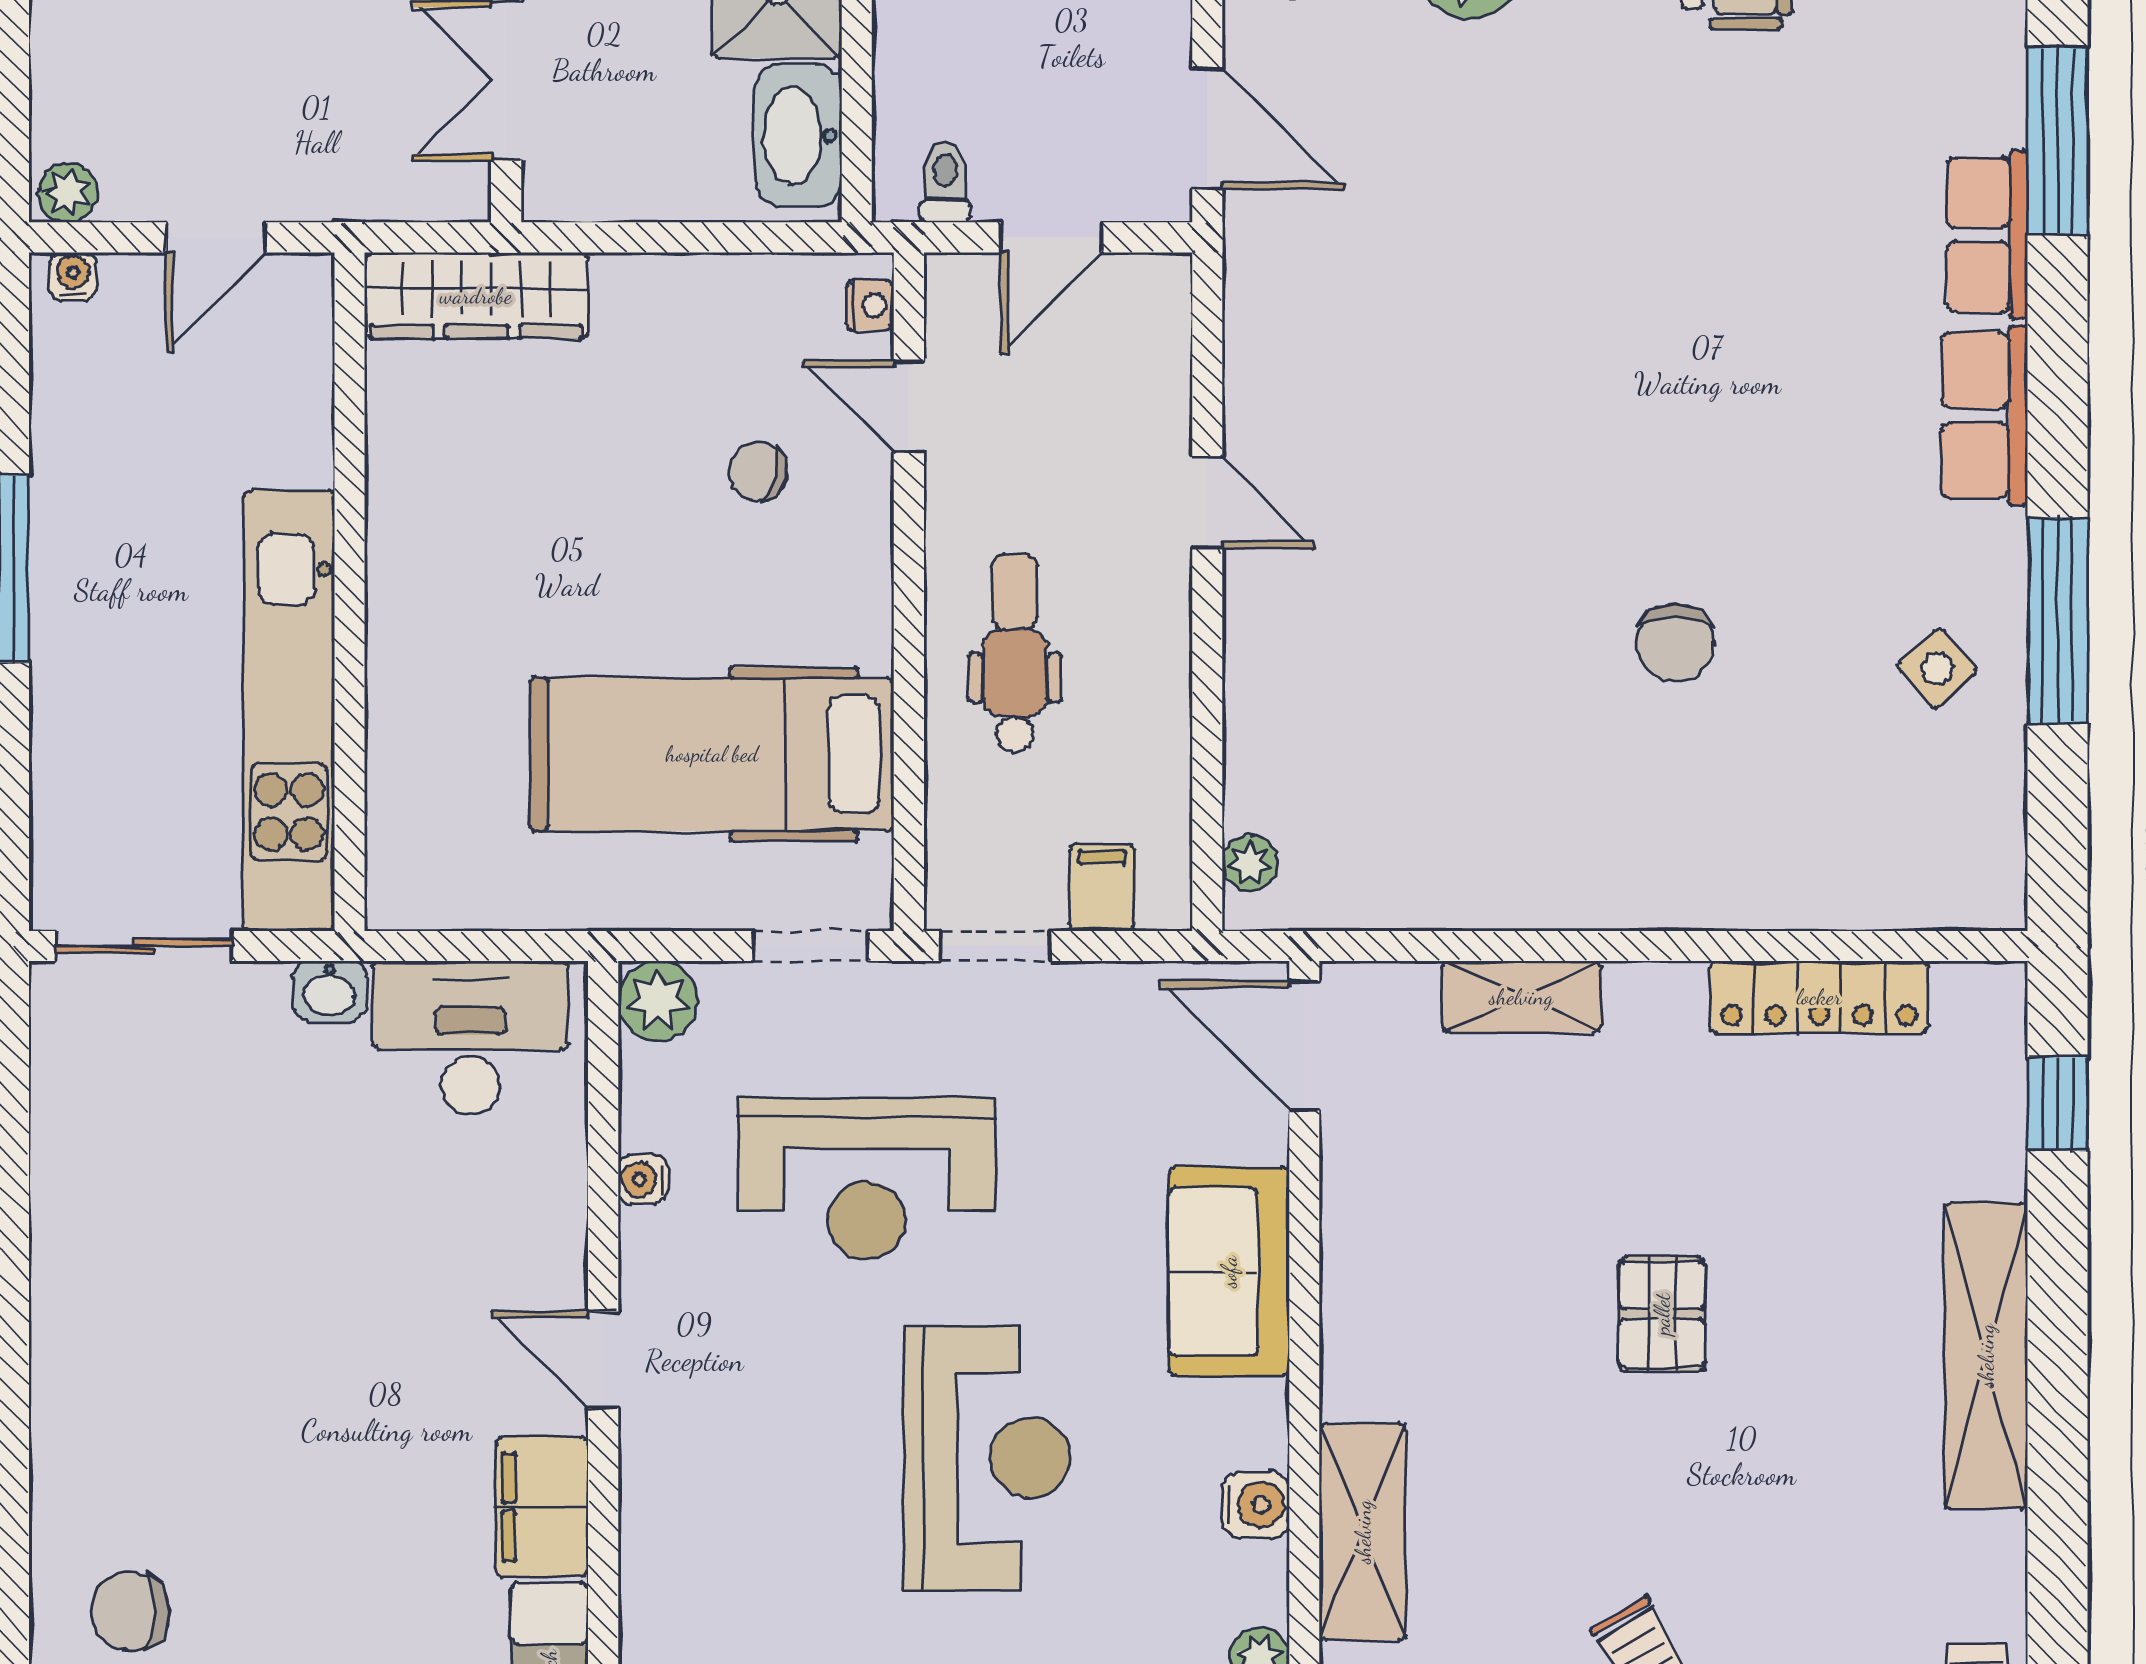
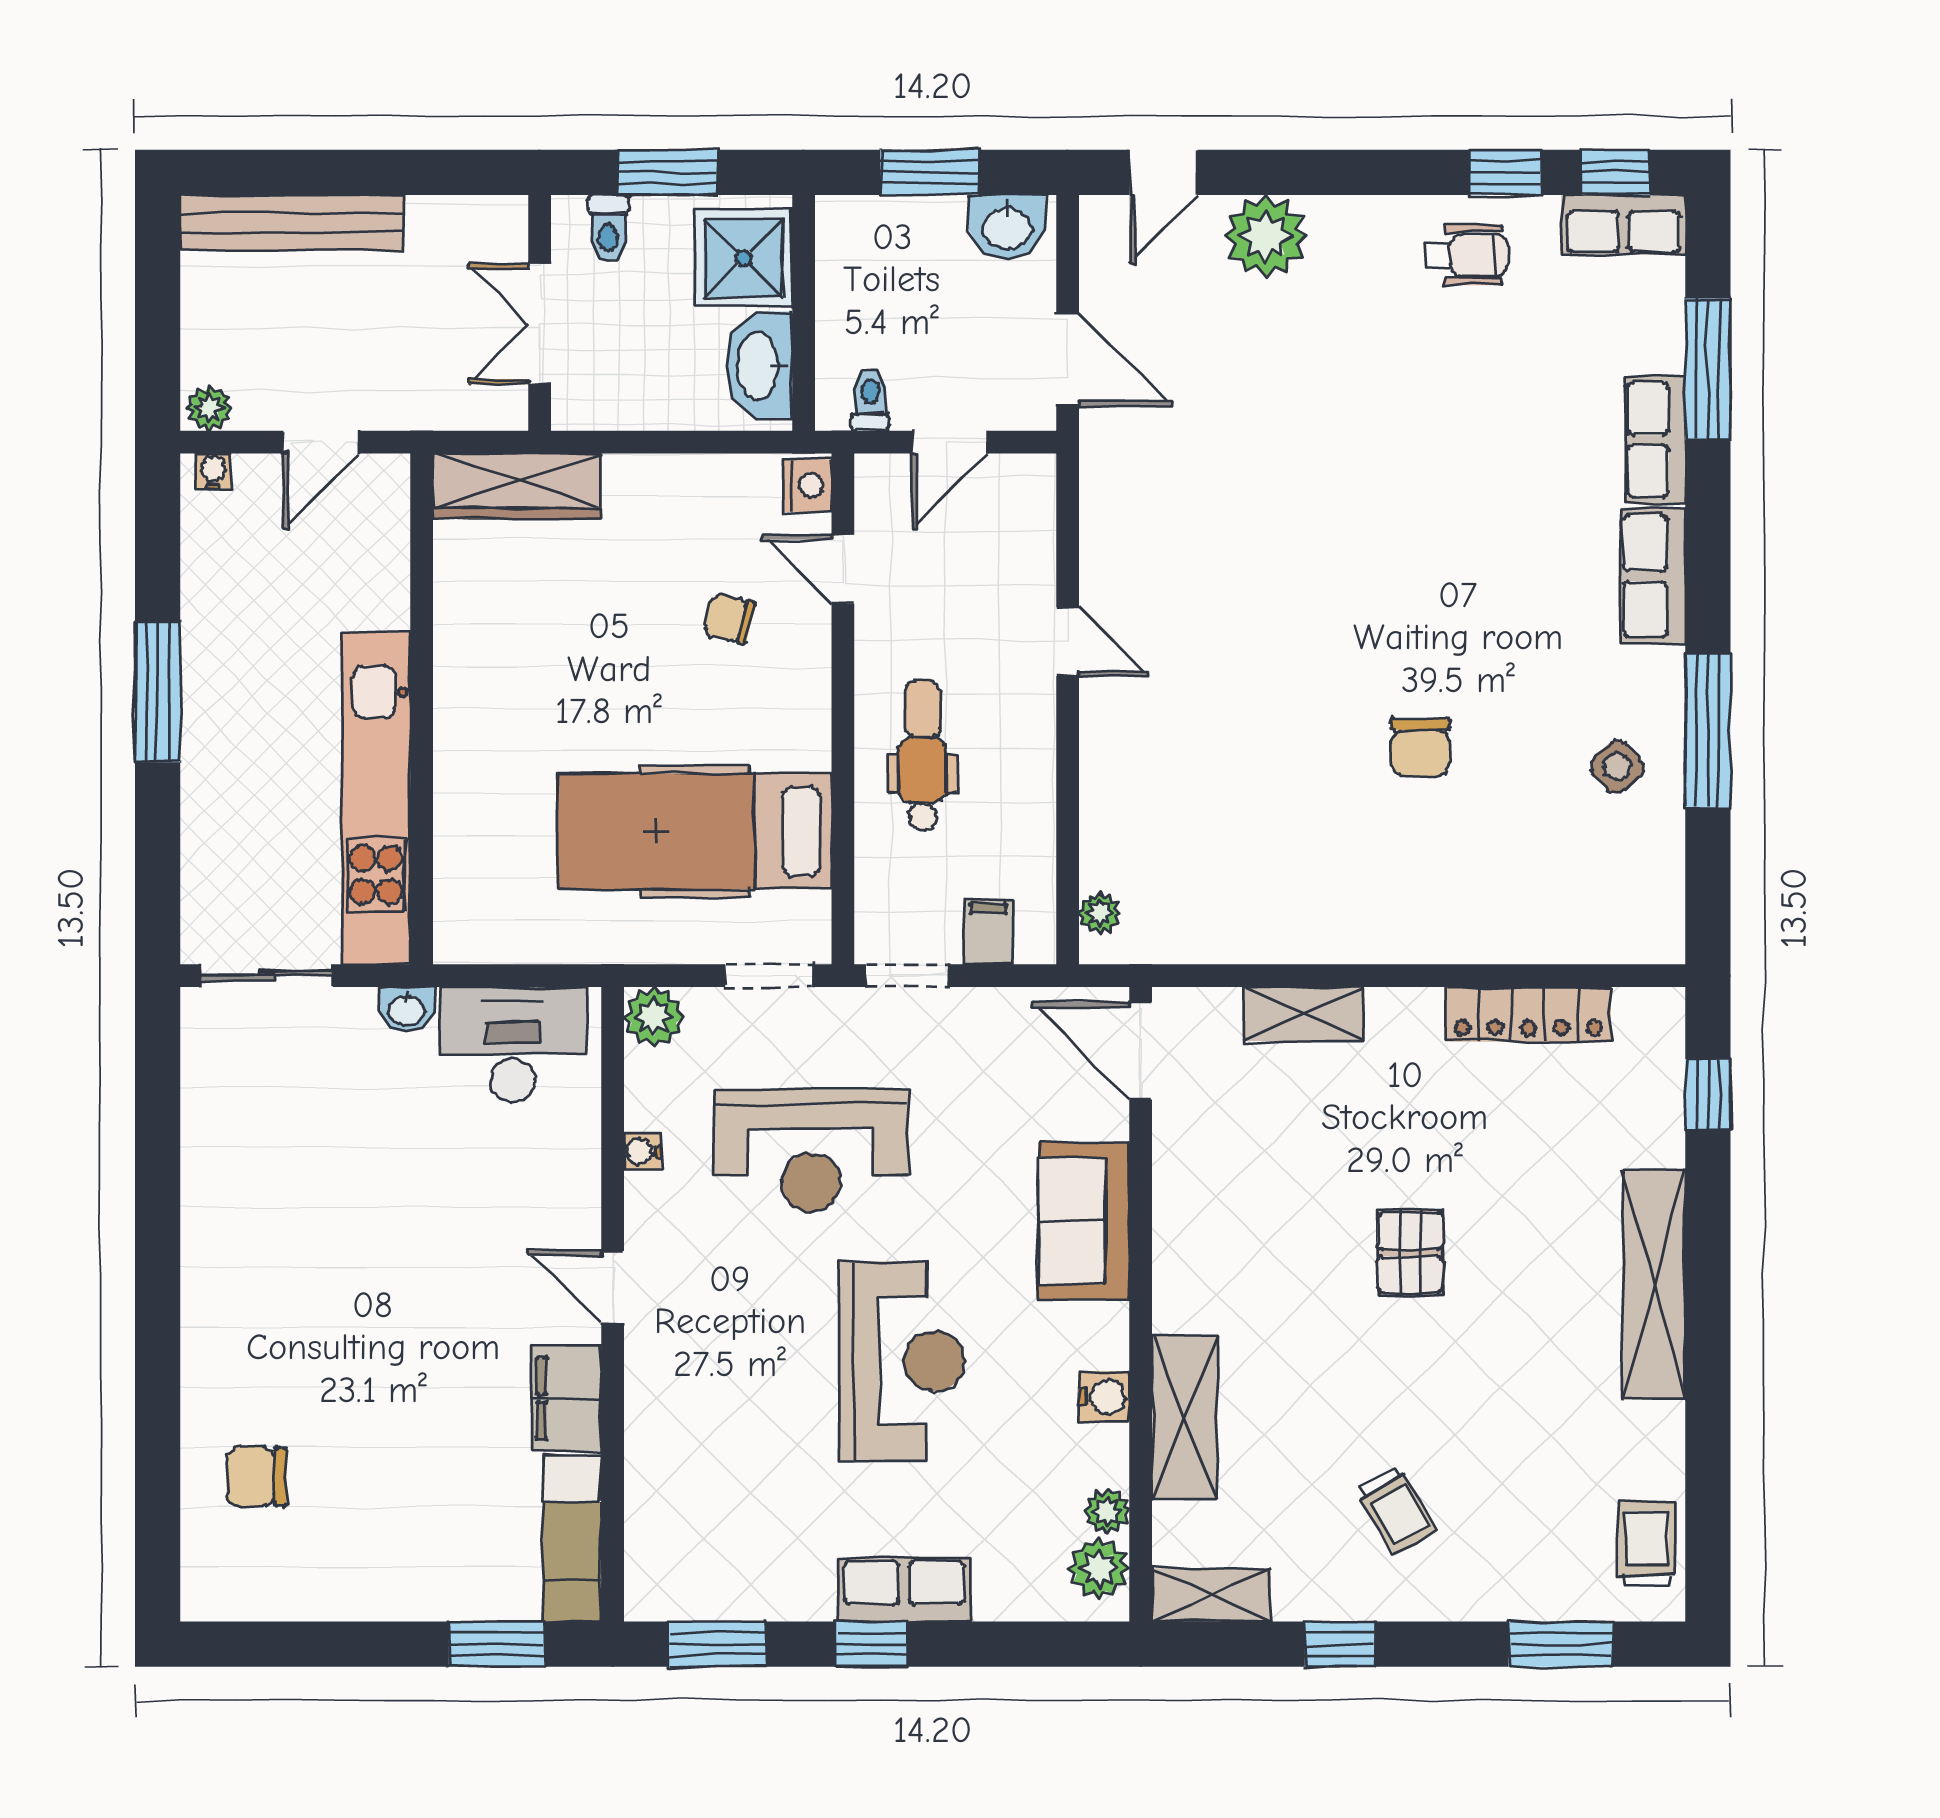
nightstand: (870, 305) -> (807, 486), width x1.39, depth x1.35

